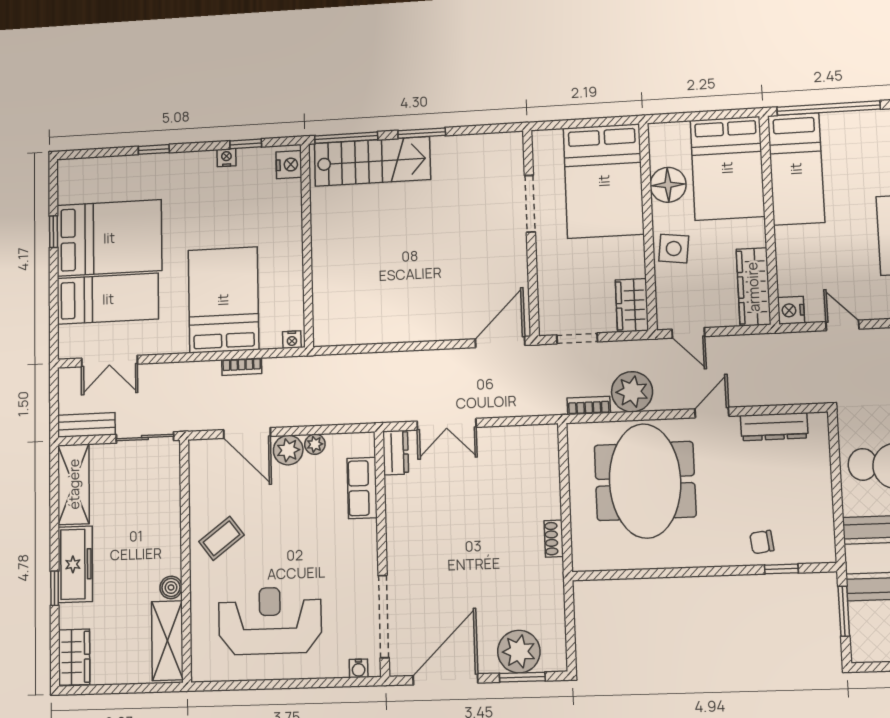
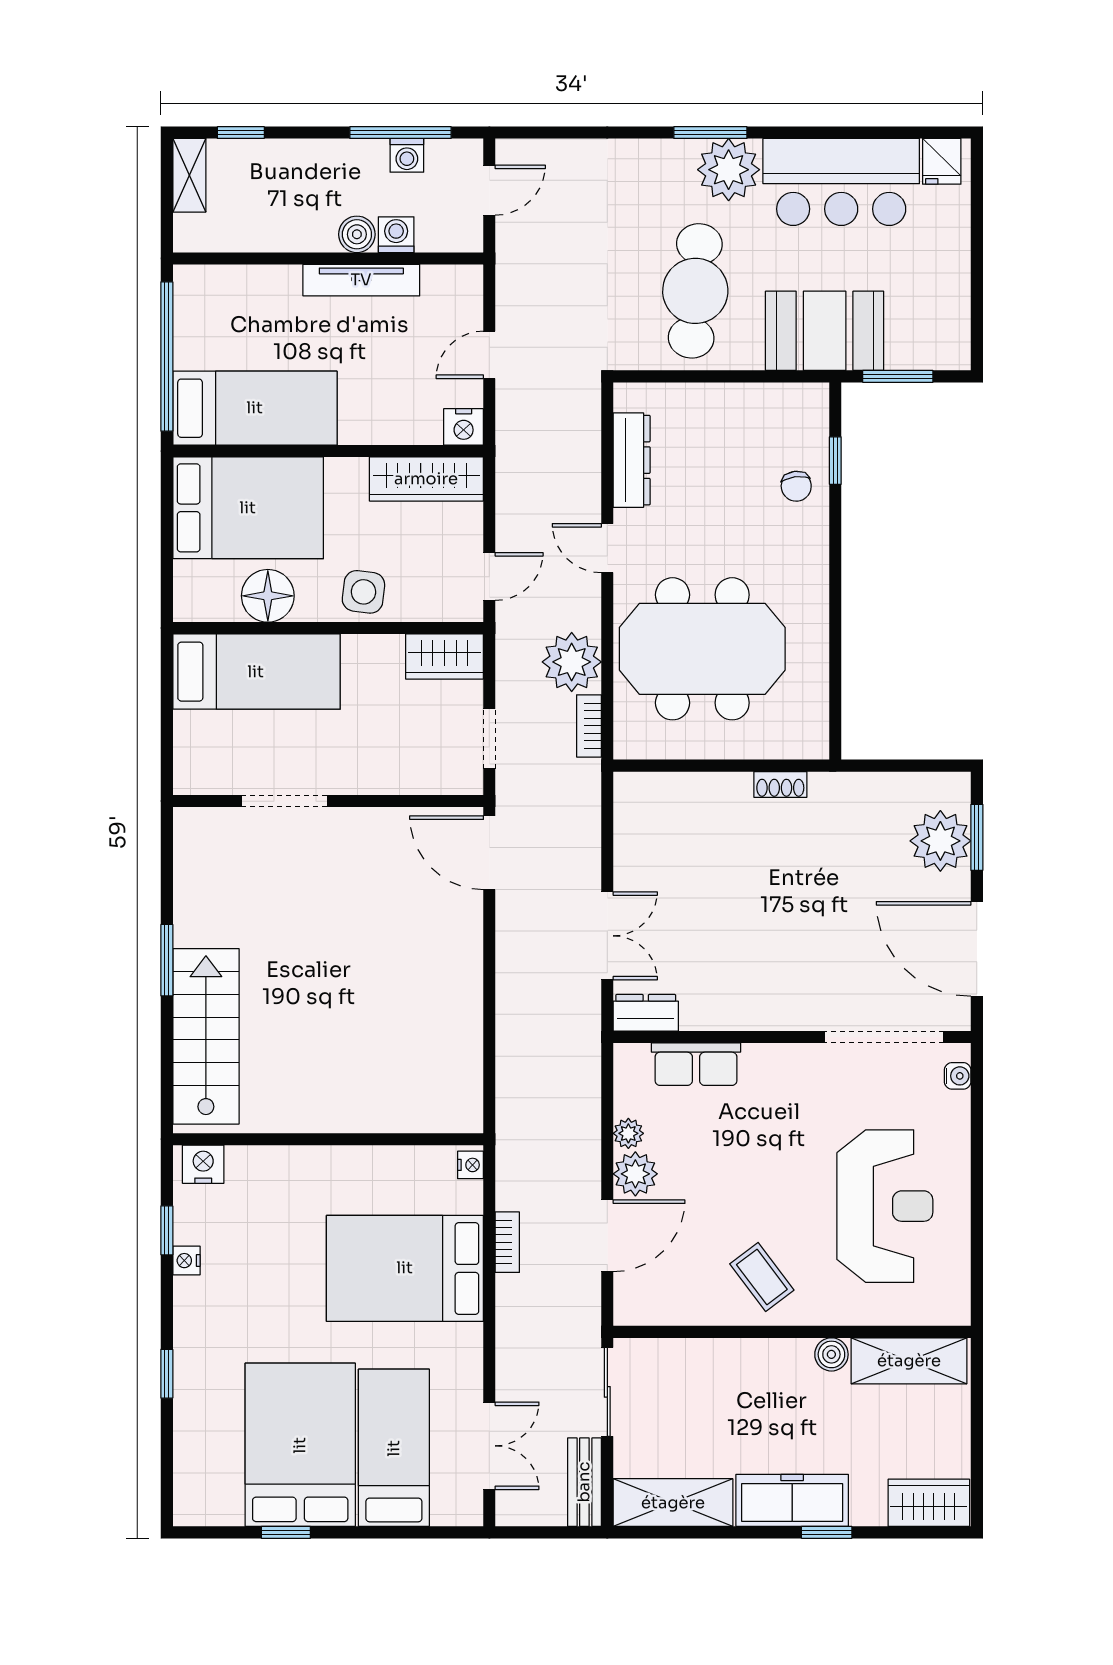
window: (346, 138) -> (167, 1075), removed
bed: (604, 181) -> (256, 672), width x0.67
reception desk: (270, 621) -> (885, 1206), turned 180

